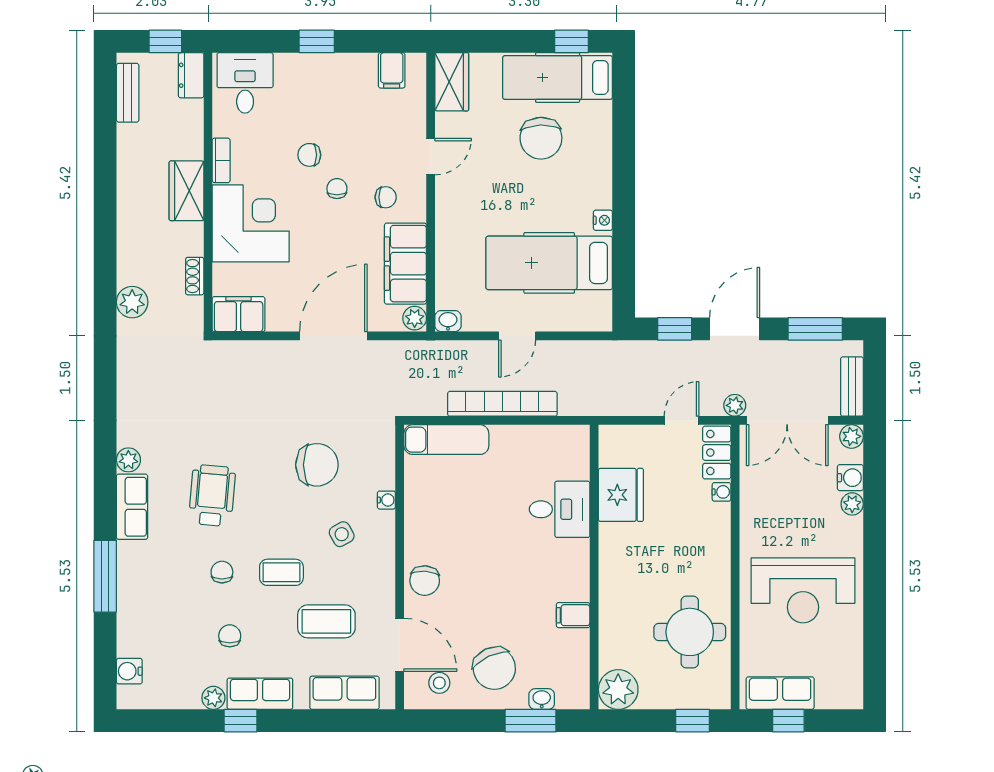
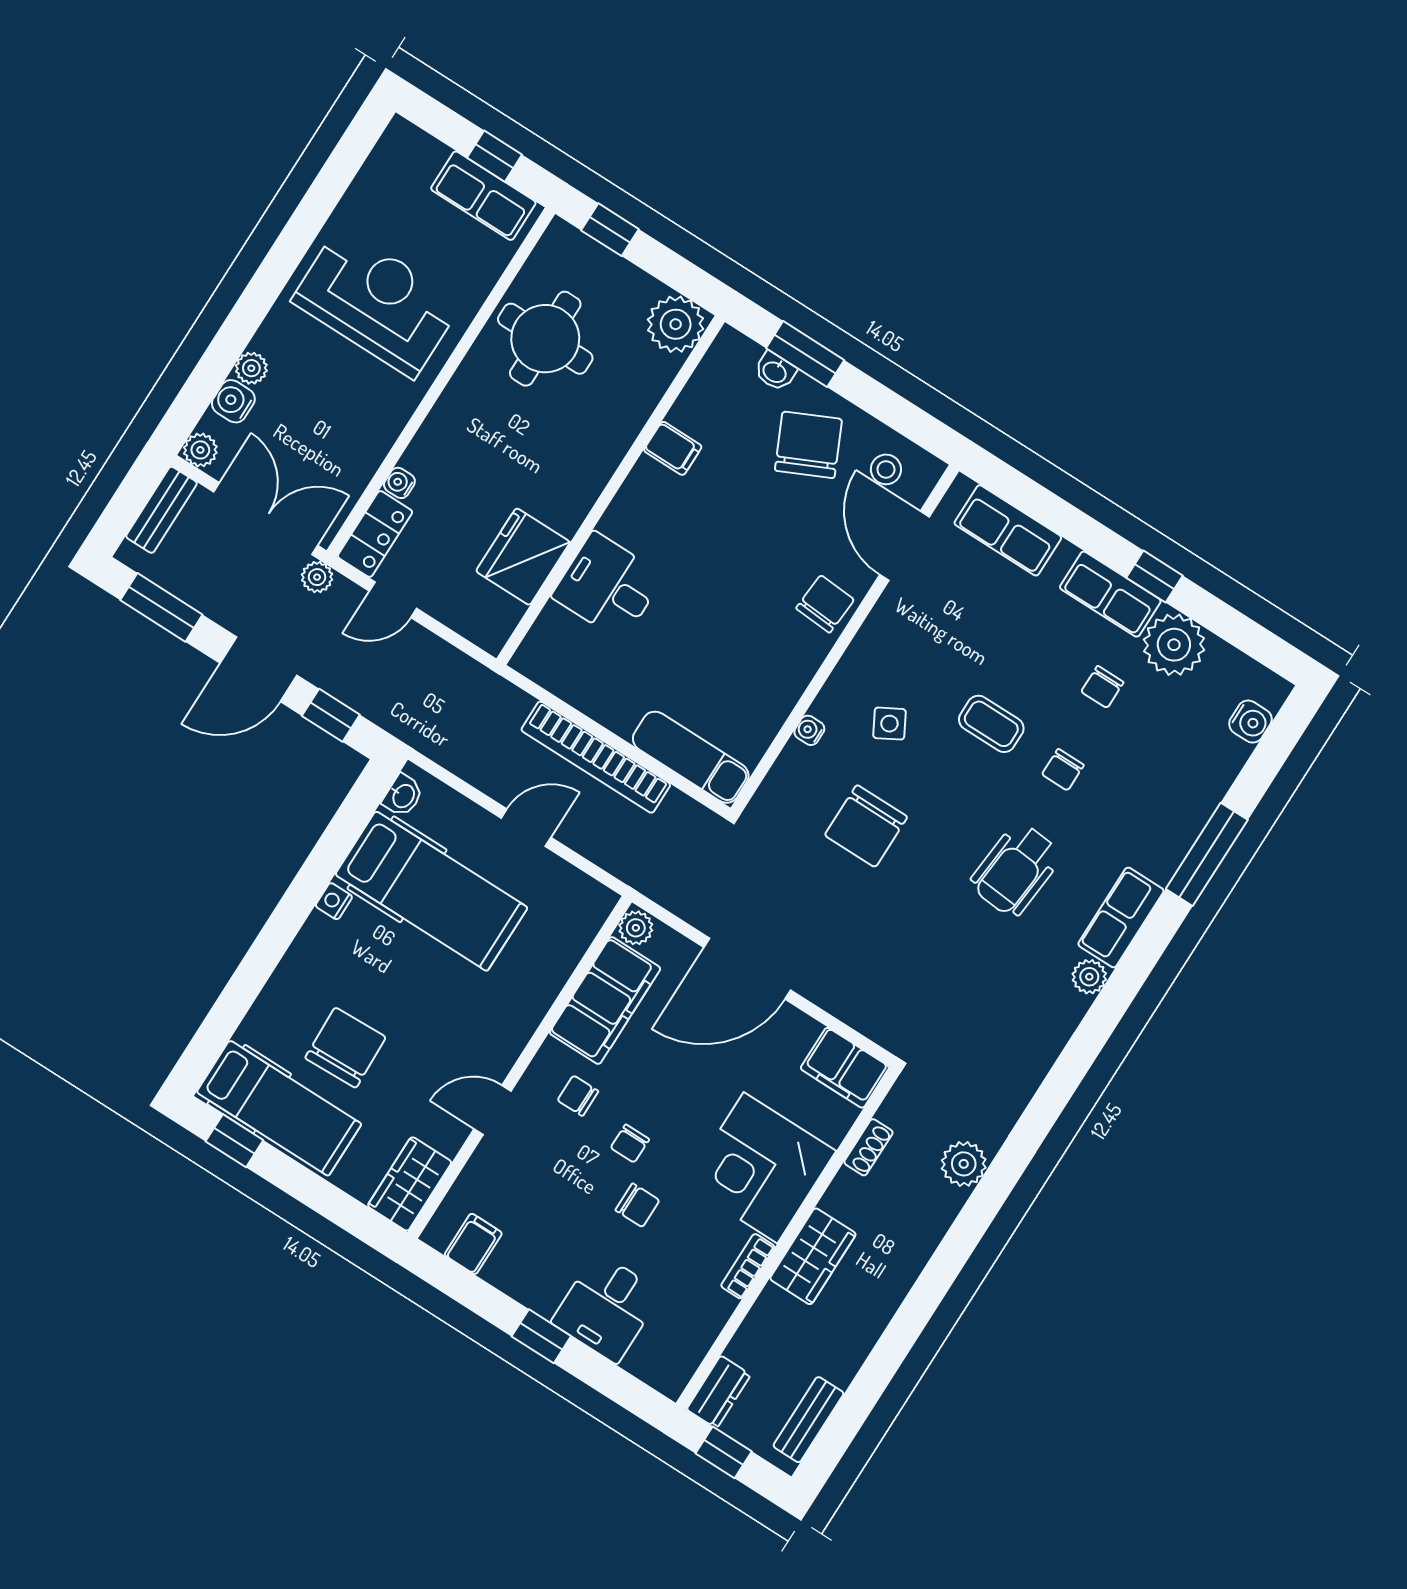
desk: (245, 83) -> (607, 1308), moved
washbasin: (448, 321) -> (403, 796), moved, turned -90
chair: (317, 465) -> (866, 826), turned -90
coffee table: (326, 621) -> (975, 630), removed
plant: (213, 698) -> (1174, 645), width x1.87, depth x1.87

